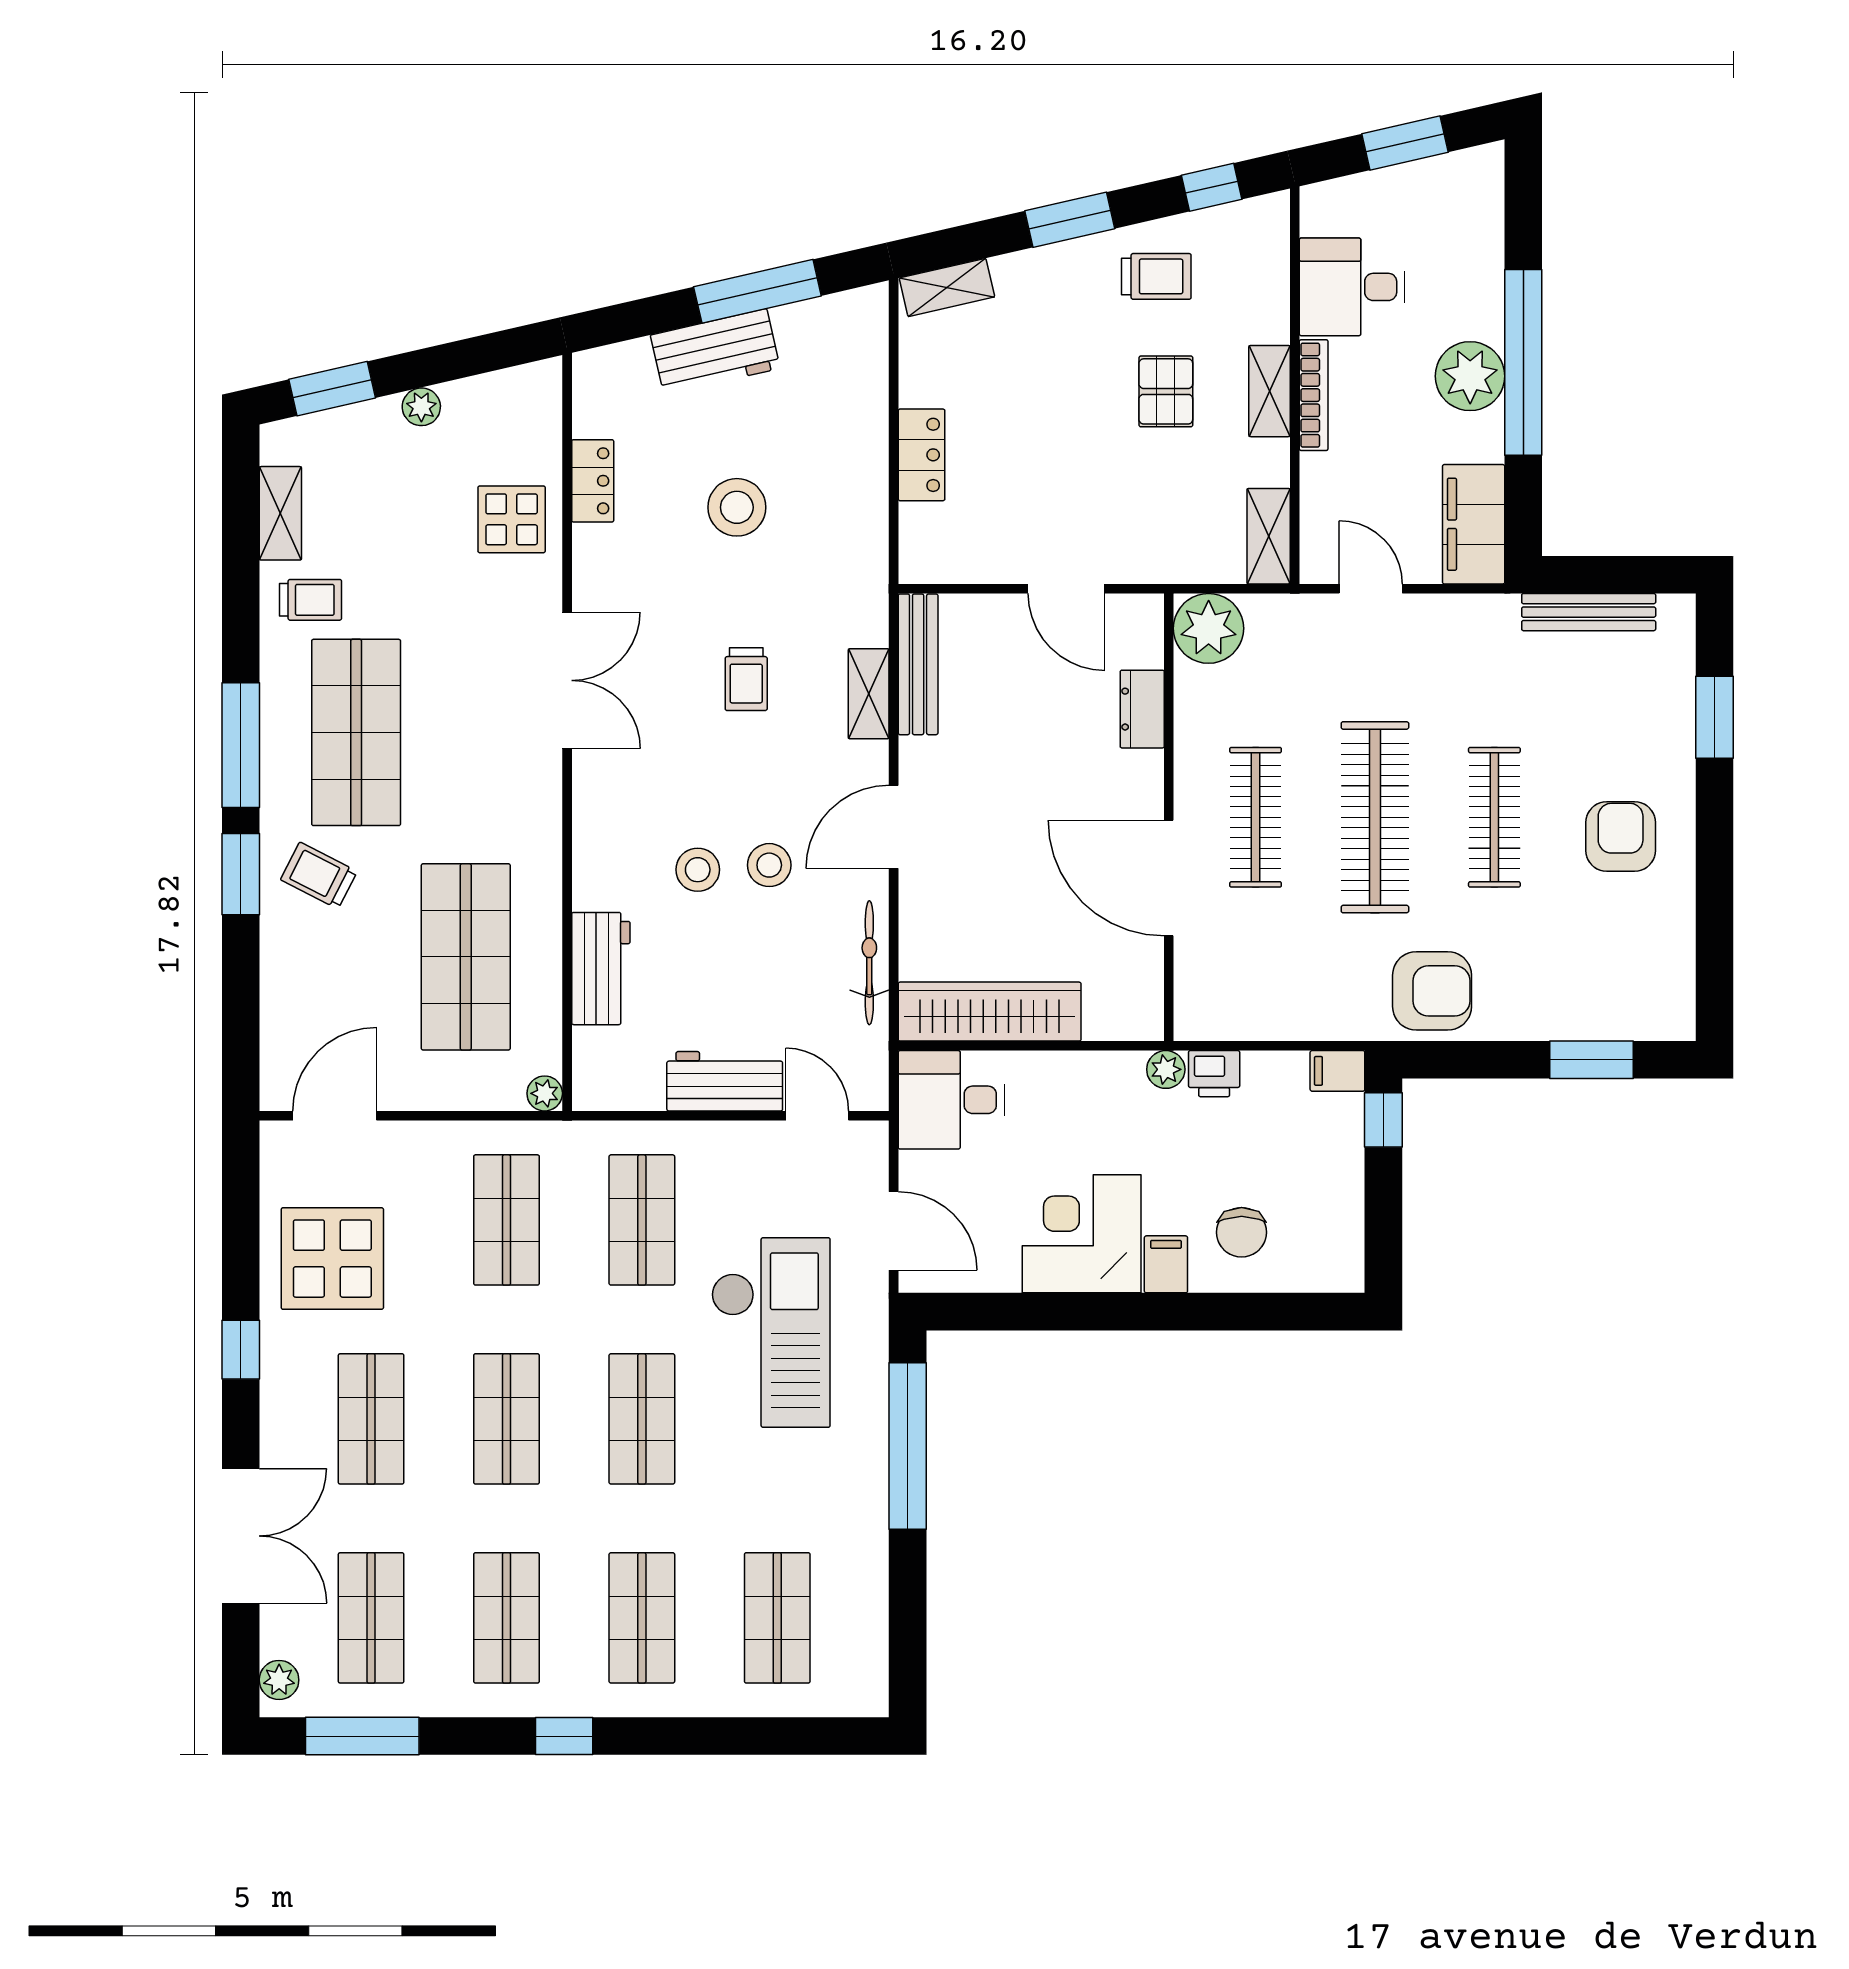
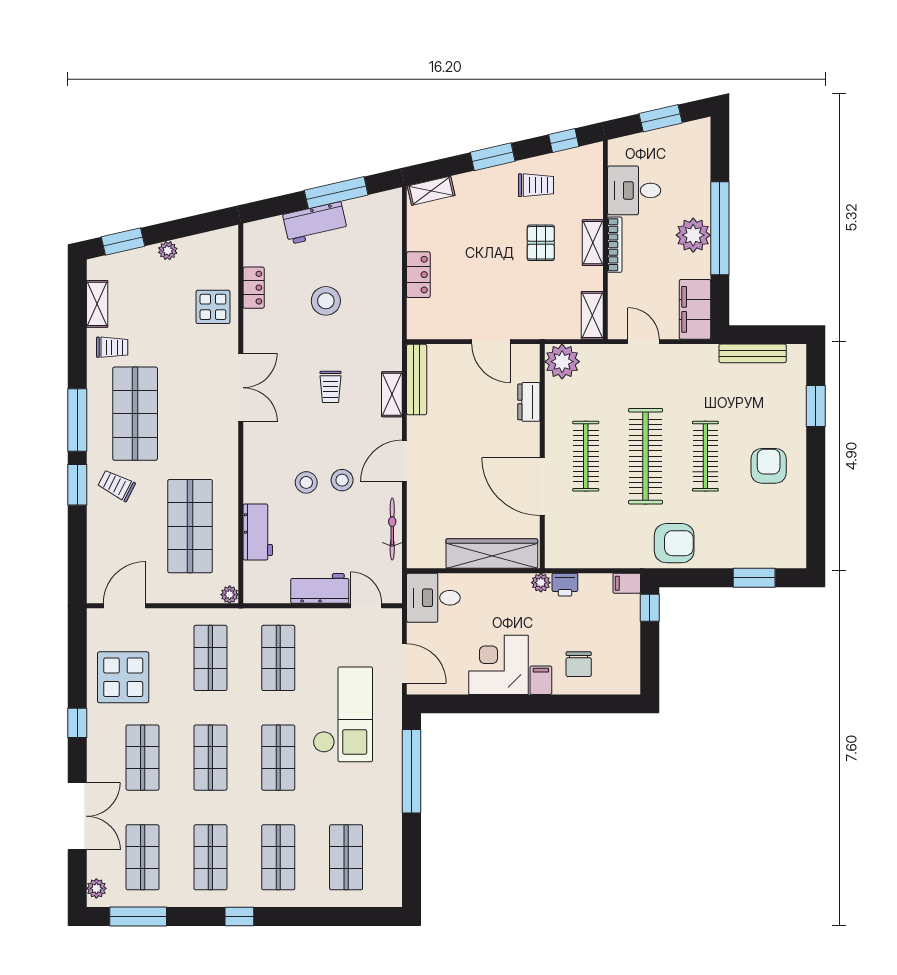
wardrobe: (990, 1012) -> (492, 554), moved

